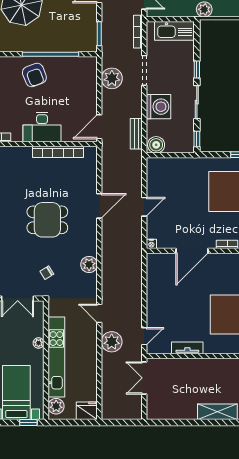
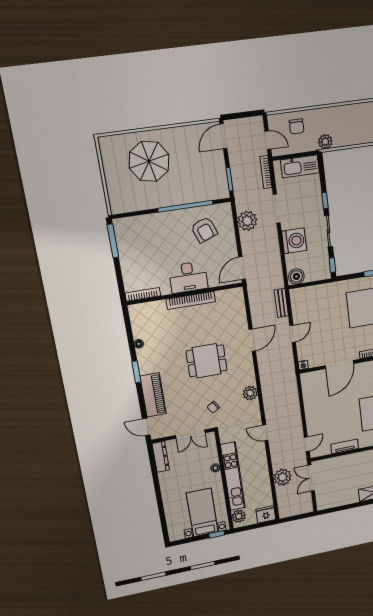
armchair: (34, 75) -> (204, 230), moved
bench: (136, 134) -> (281, 303), moved
bookcase: (58, 152) -> (191, 300), moved
plant: (112, 342) -> (283, 477), moved

